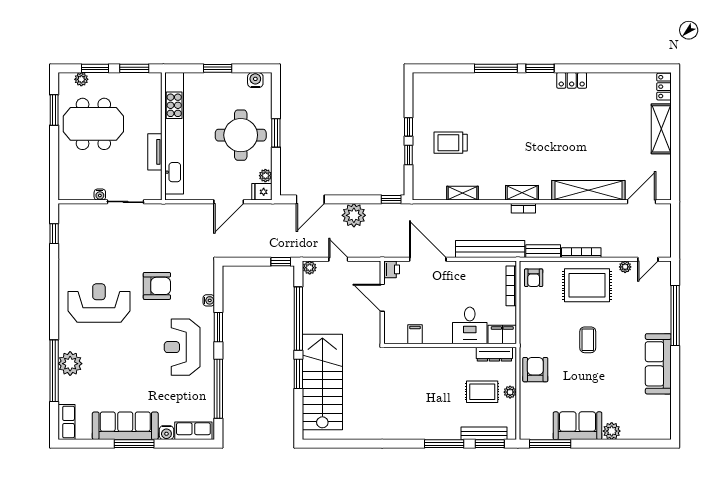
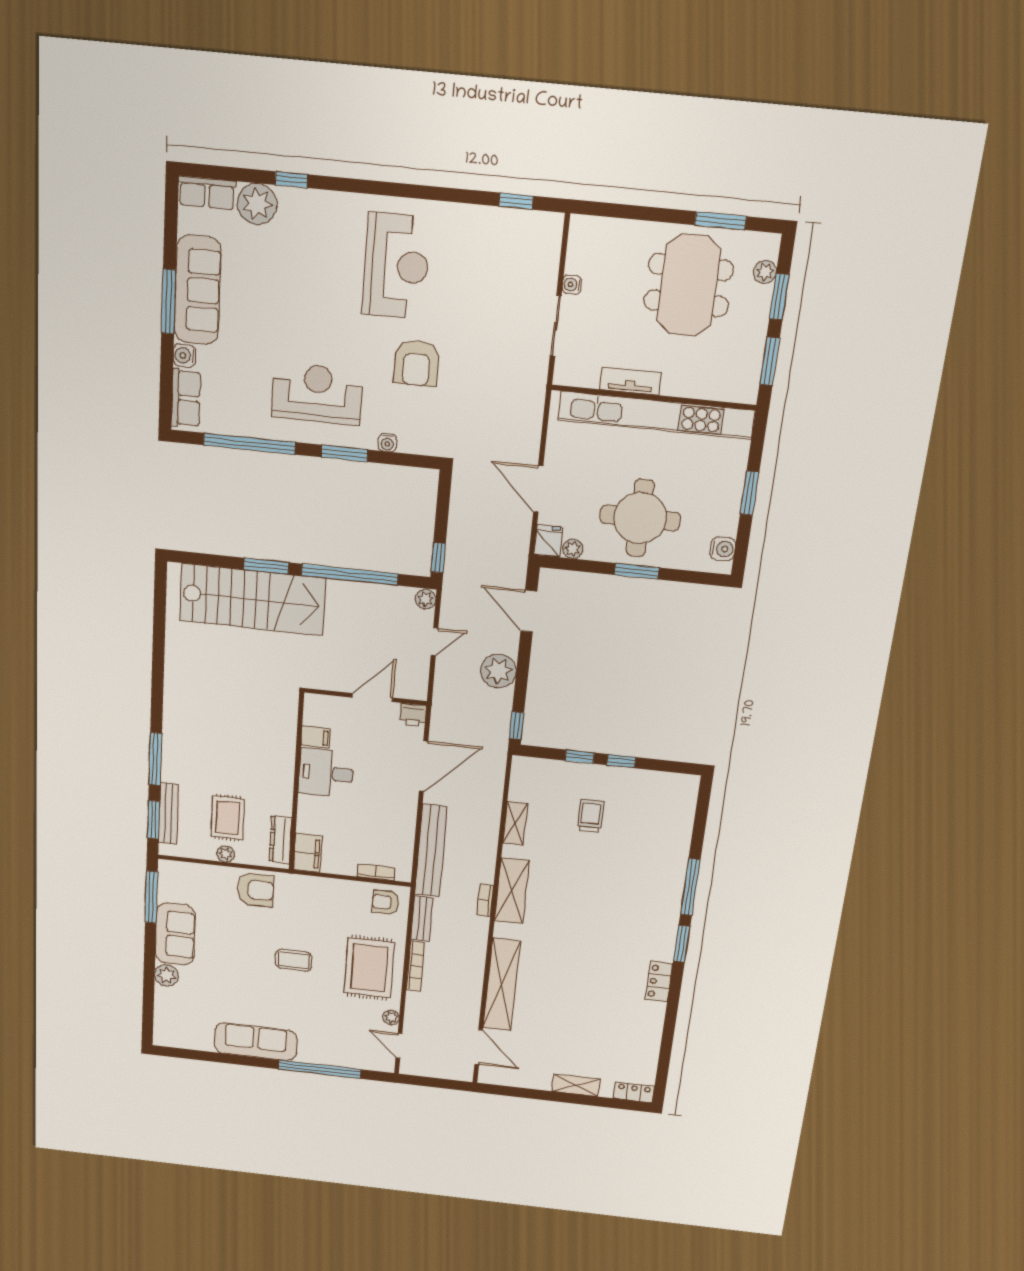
shelving: (661, 129) -> (576, 1085), width x0.67, depth x0.75
trolley: (451, 143) -> (591, 816), width x0.73, depth x0.72
shelving: (522, 193) -> (512, 891), width x1.50, depth x1.33
bookcase: (511, 286) -> (376, 872), width x0.64
desk: (470, 325) -> (326, 773), moved
plant: (70, 364) -> (257, 204), moved
window: (54, 371) -> (291, 180), width x0.32

